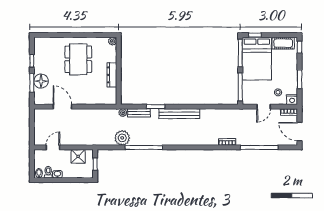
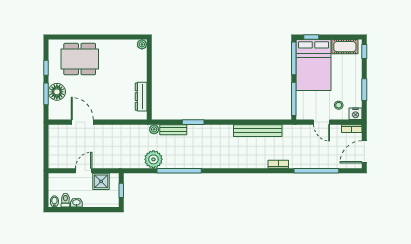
dining table: (78, 59) -> (80, 59), moved, turned 90
dresser: (112, 75) -> (141, 97), moved
door: (264, 107) -> (322, 122), hinge flipped
bench: (179, 114) -> (258, 131), moved
door: (300, 132) -> (364, 152), hinge flipped
door: (53, 147) -> (84, 171), moved

